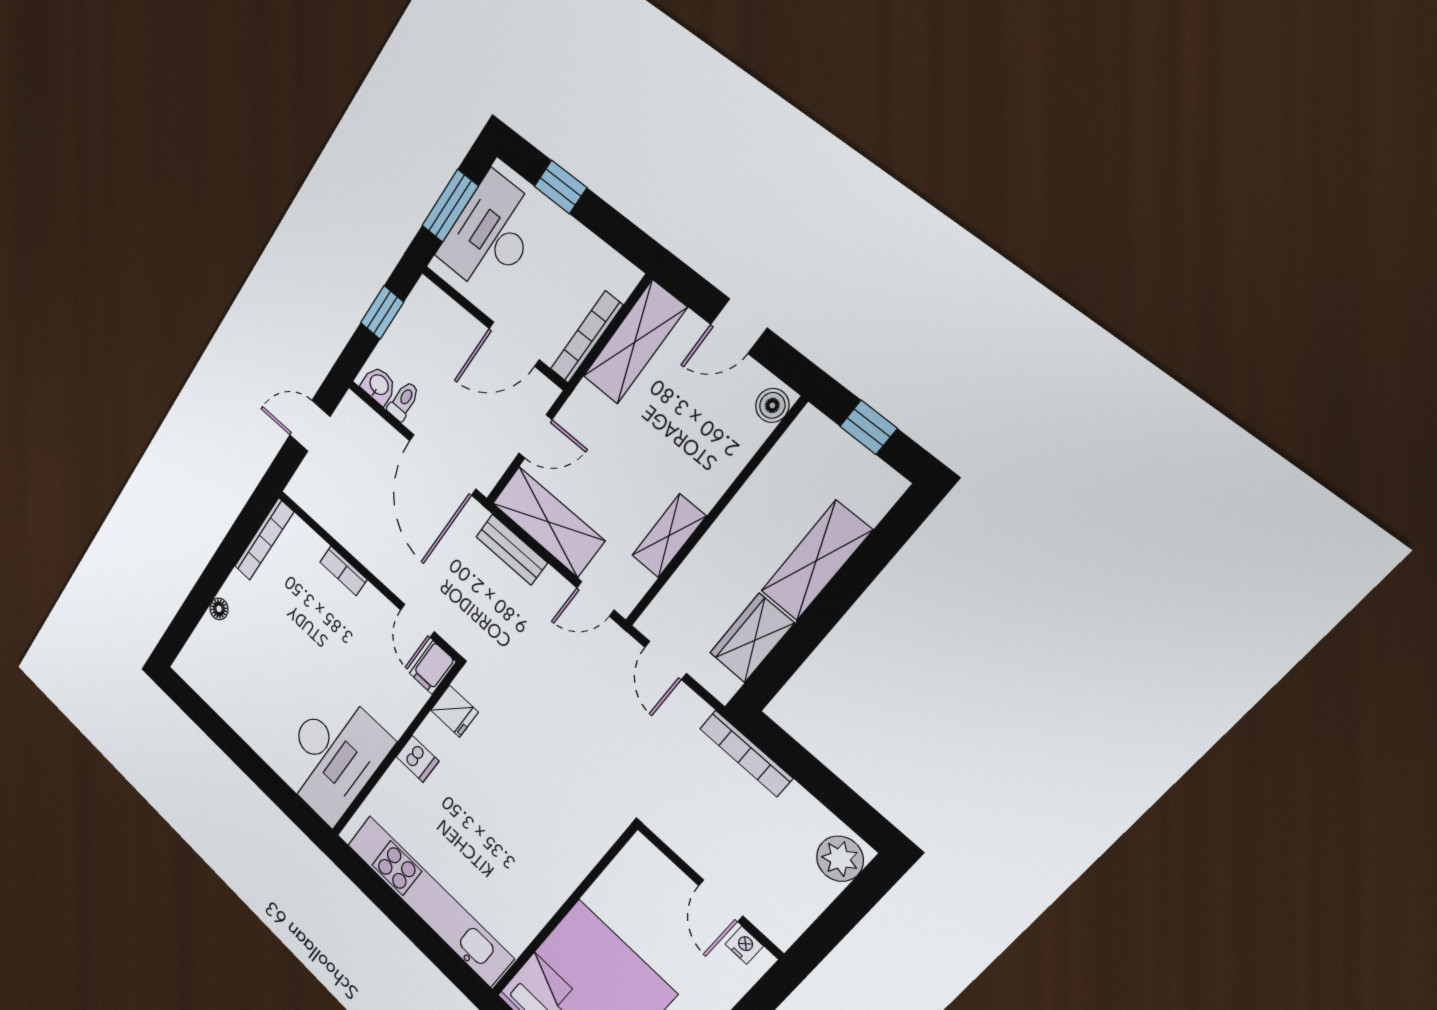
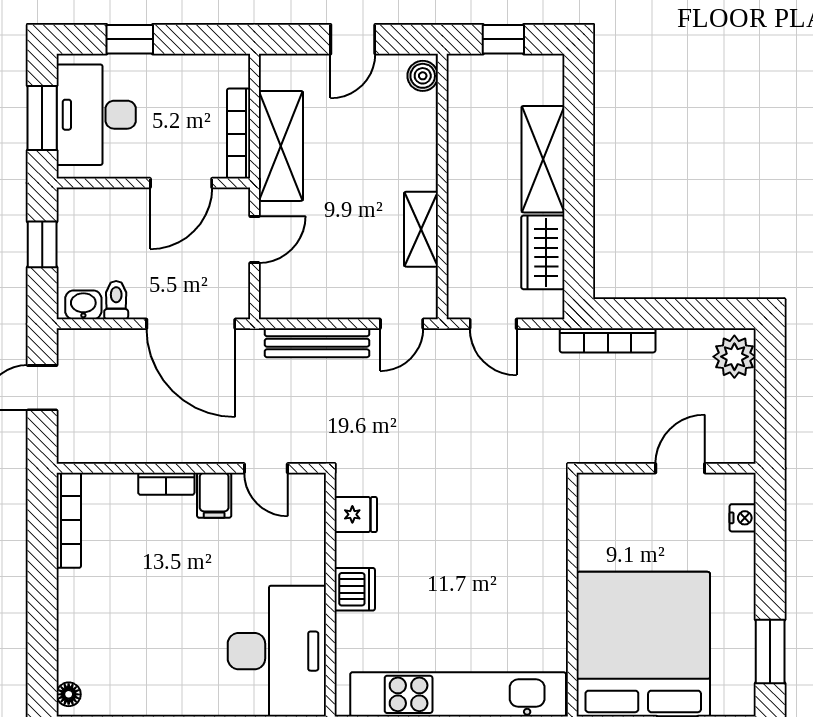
shelving: (635, 342) -> (281, 146), moved
shelving: (548, 522) -> (317, 296), removed
bench: (512, 550) -> (317, 343), width x1.36
floor lamp: (219, 609) -> (69, 694), moved
filing cabinet: (433, 668) -> (214, 495), moved
dishwasher: (418, 759) -> (355, 589), width x1.38
door: (721, 901) -> (680, 468), swing flipped
nightstand: (744, 945) -> (743, 518), moved, turned 90

